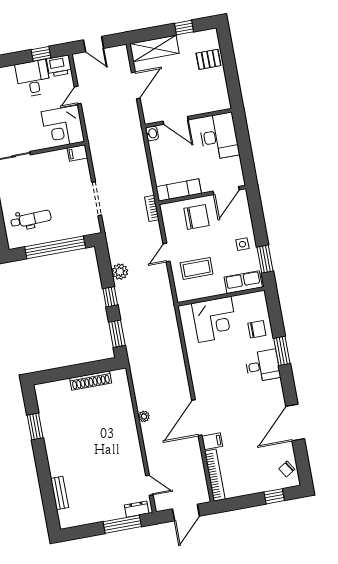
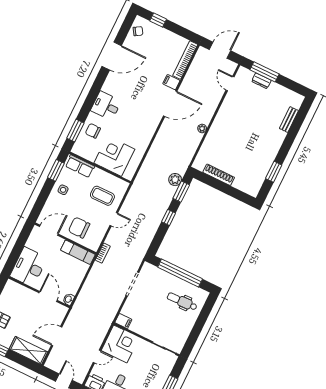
plant: (120, 272) -> (175, 180), moved
window: (282, 351) -> (75, 131), moved
dresser: (137, 509) -> (261, 81), moved

